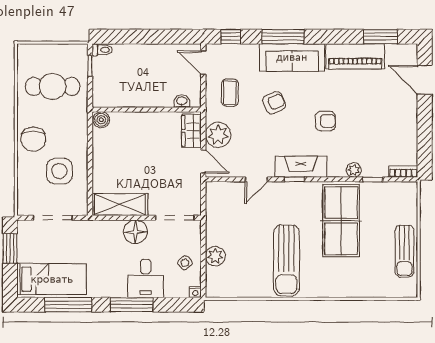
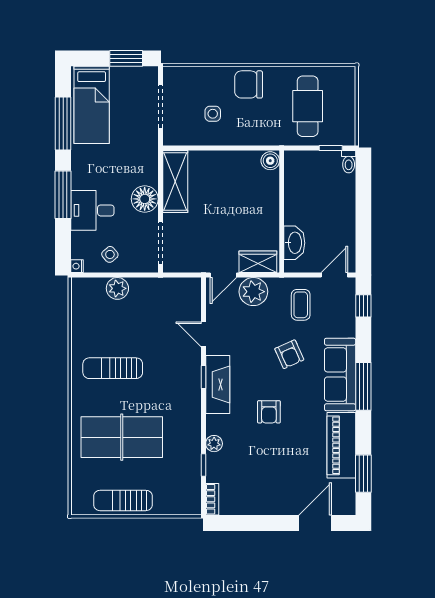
window: (283, 37) -> (363, 386), moved
coffee table: (230, 93) -> (301, 305), turned 90
washbasin: (182, 101) -> (294, 243), width x1.91, depth x1.45
side table: (59, 171) -> (213, 114), width x0.54, depth x0.54
table tennis table: (341, 221) -> (122, 437), moved
sun lounger: (286, 260) -> (113, 368), width x0.73, depth x0.75

